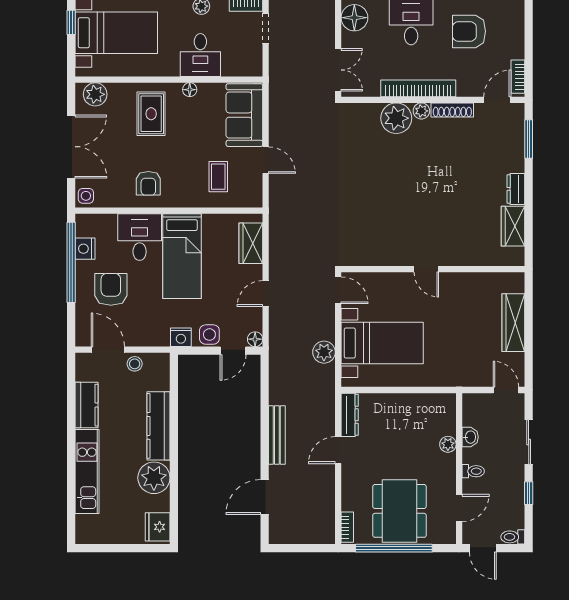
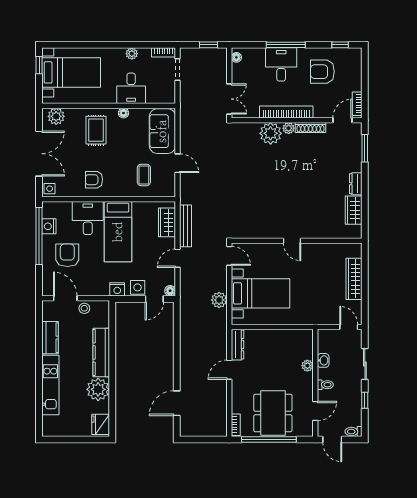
floor lamp: (354, 18) -> (236, 57), width x0.53, depth x0.53
armchair: (148, 183) -> (94, 180), turned 90
bench: (277, 435) -> (186, 226), moved

